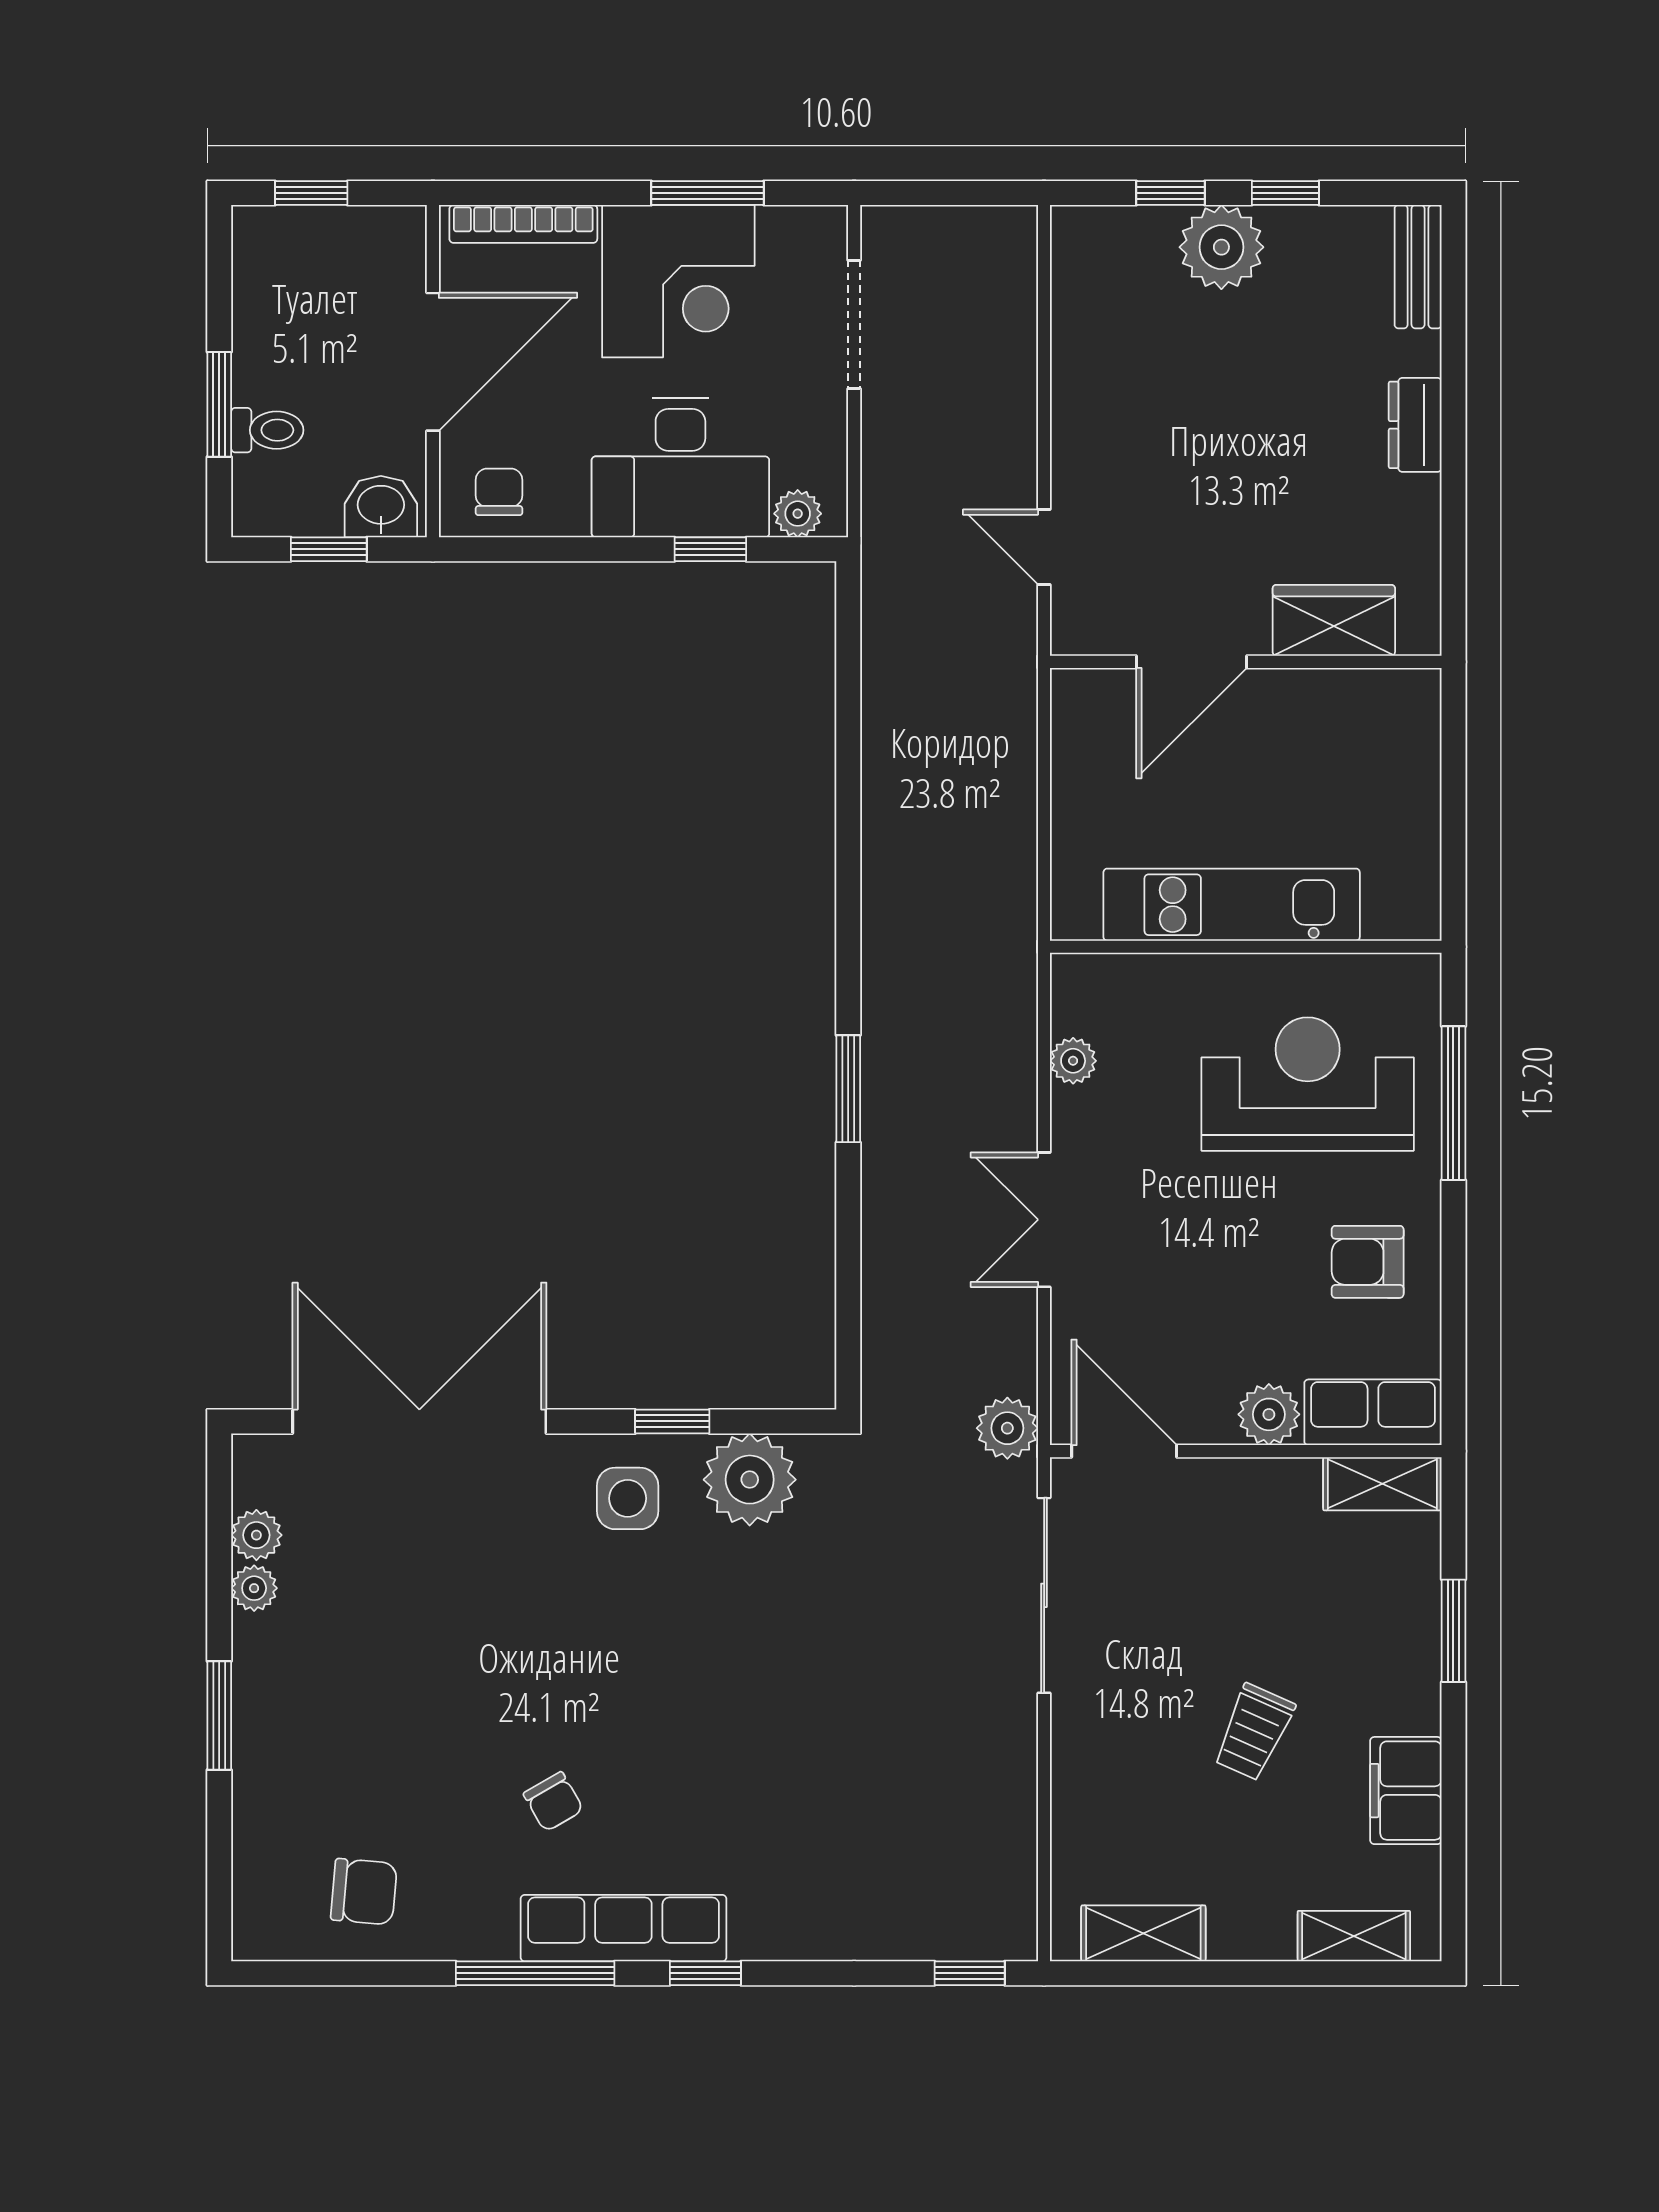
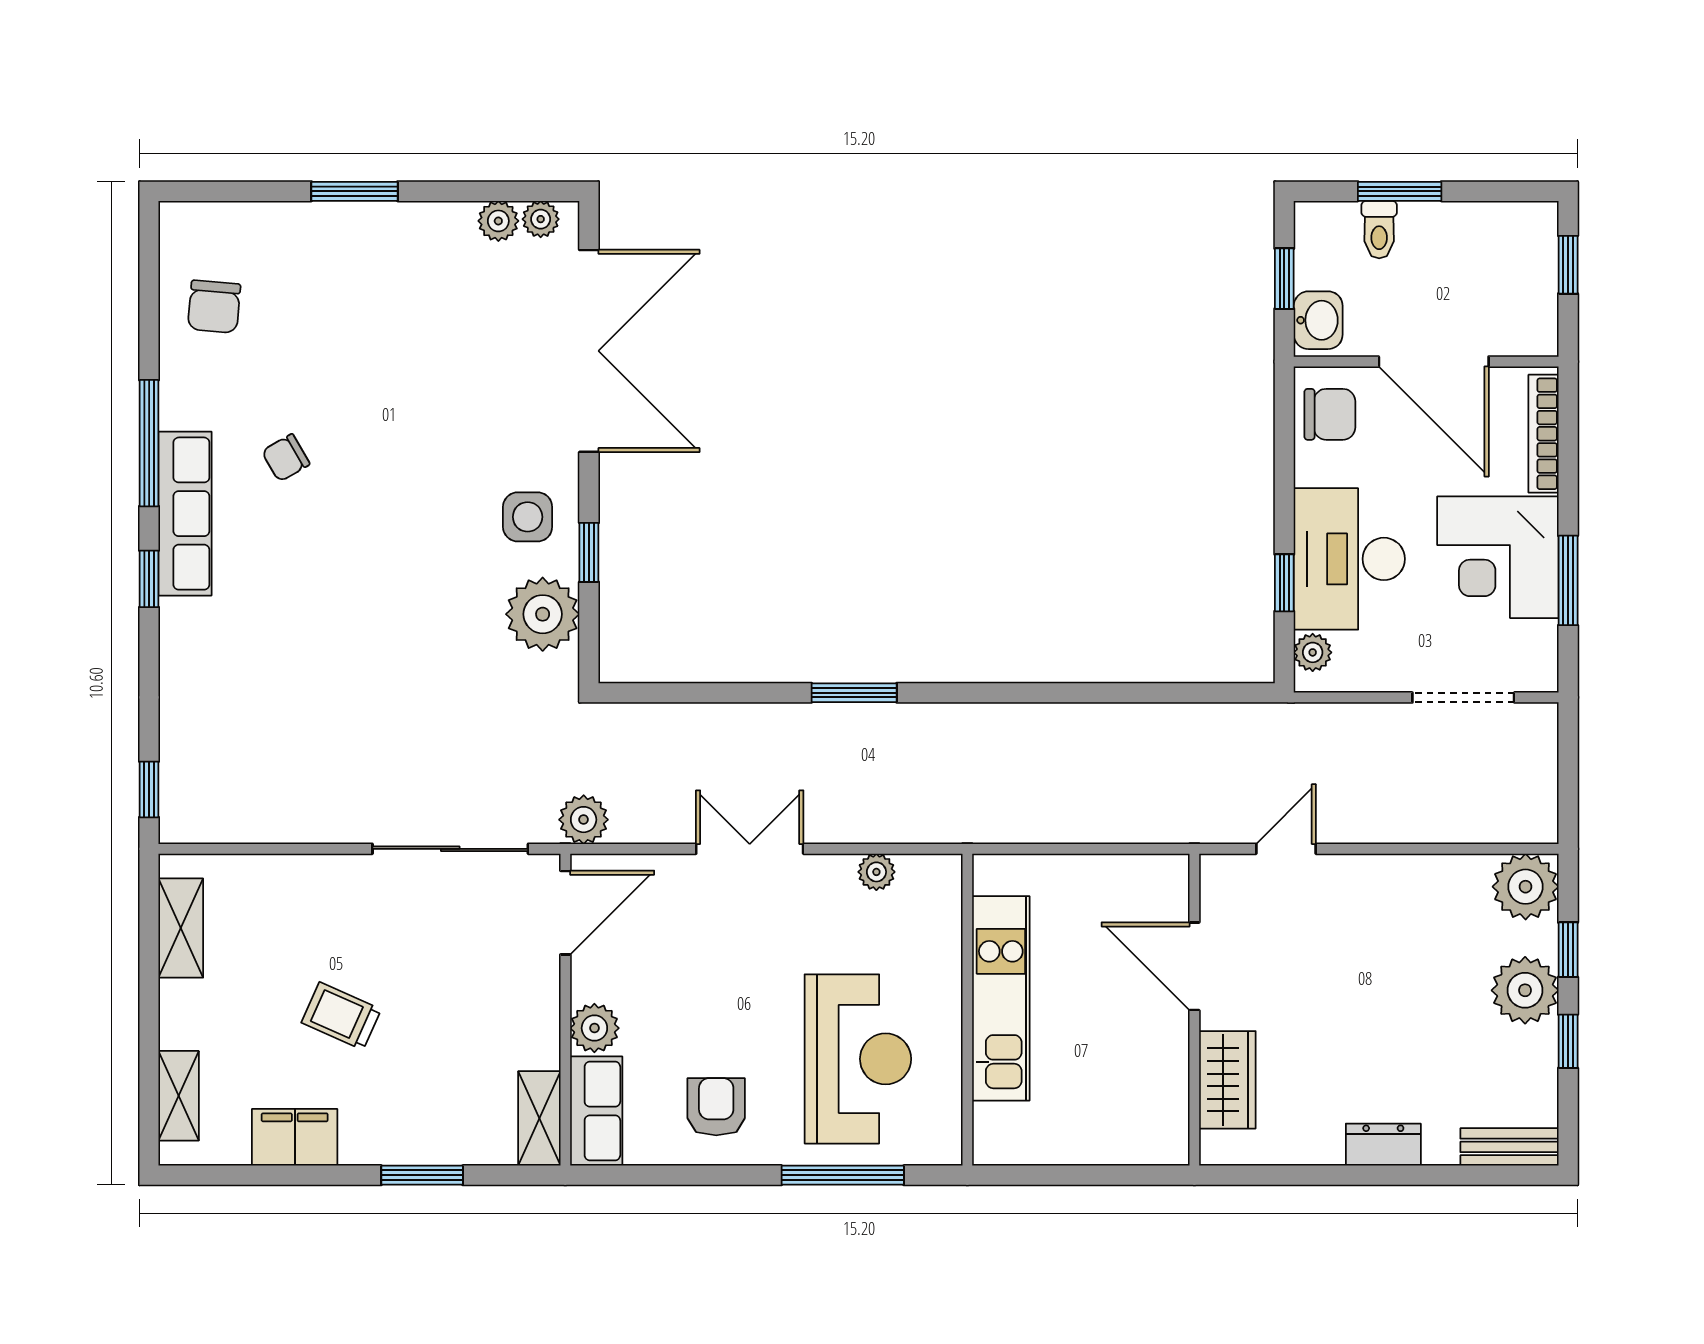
plant: (1091, 247) -> (1526, 887), added
chair: (499, 492) -> (1330, 414), width x1.37, depth x1.37
plant: (254, 1588) -> (541, 219), moved

